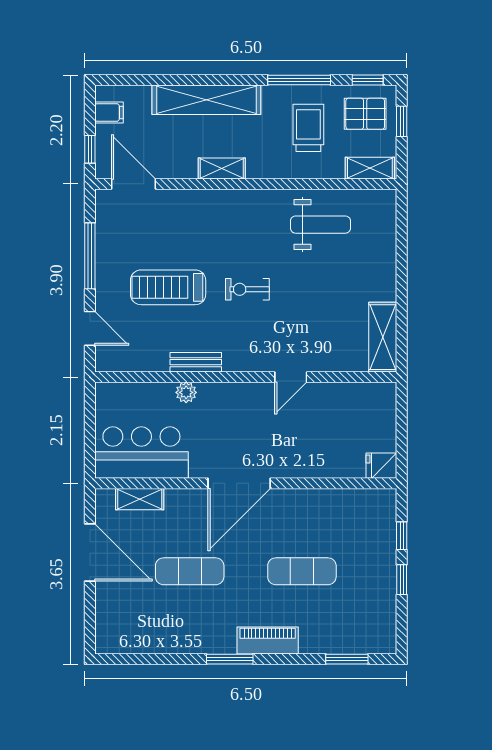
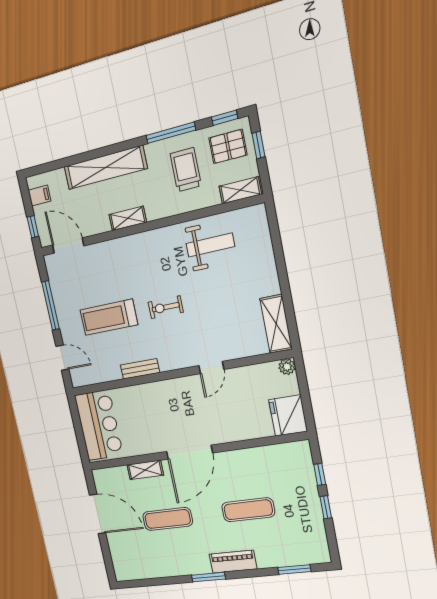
plant: (186, 392) -> (287, 367), moved
bar counter: (141, 453) -> (99, 425), moved, turned 90
fridge: (381, 466) -> (288, 416), width x1.88, depth x1.34
shelving: (140, 499) -> (145, 470), moved

